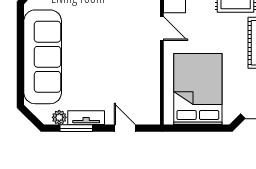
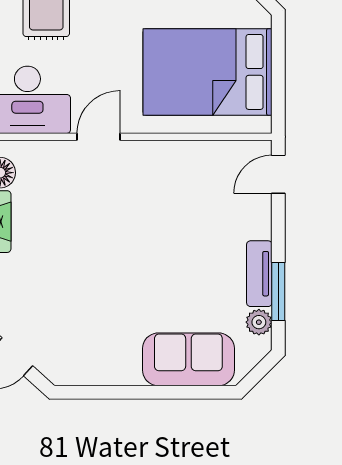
sofa: (43, 57) -> (188, 359), width x0.54, depth x0.79
door: (125, 128) -> (278, 174), moved

